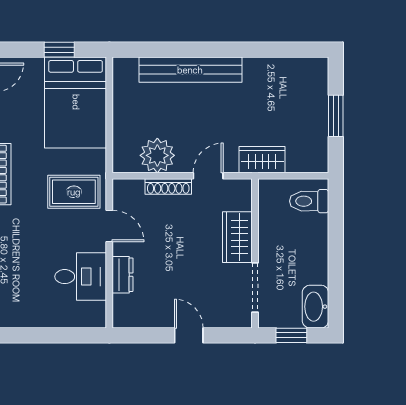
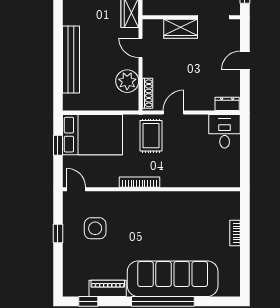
shoe rack: (168, 186) -> (148, 93), moved
dresser: (122, 275) -> (227, 104), moved
desk: (81, 277) -> (225, 131), moved

